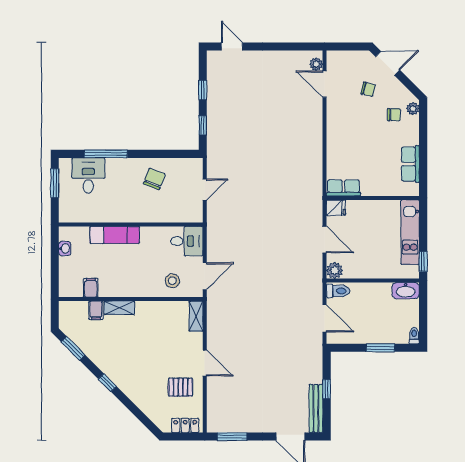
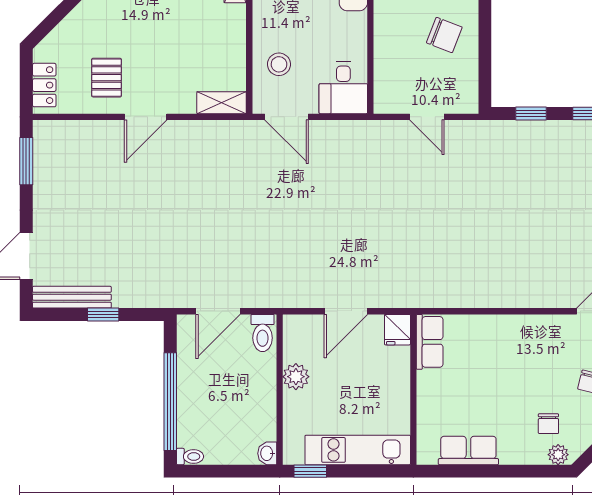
plant: (335, 270) -> (296, 377), moved
washbasin: (406, 291) -> (267, 453), width x0.52, depth x0.69
window: (380, 348) -> (170, 402), width x2.11

